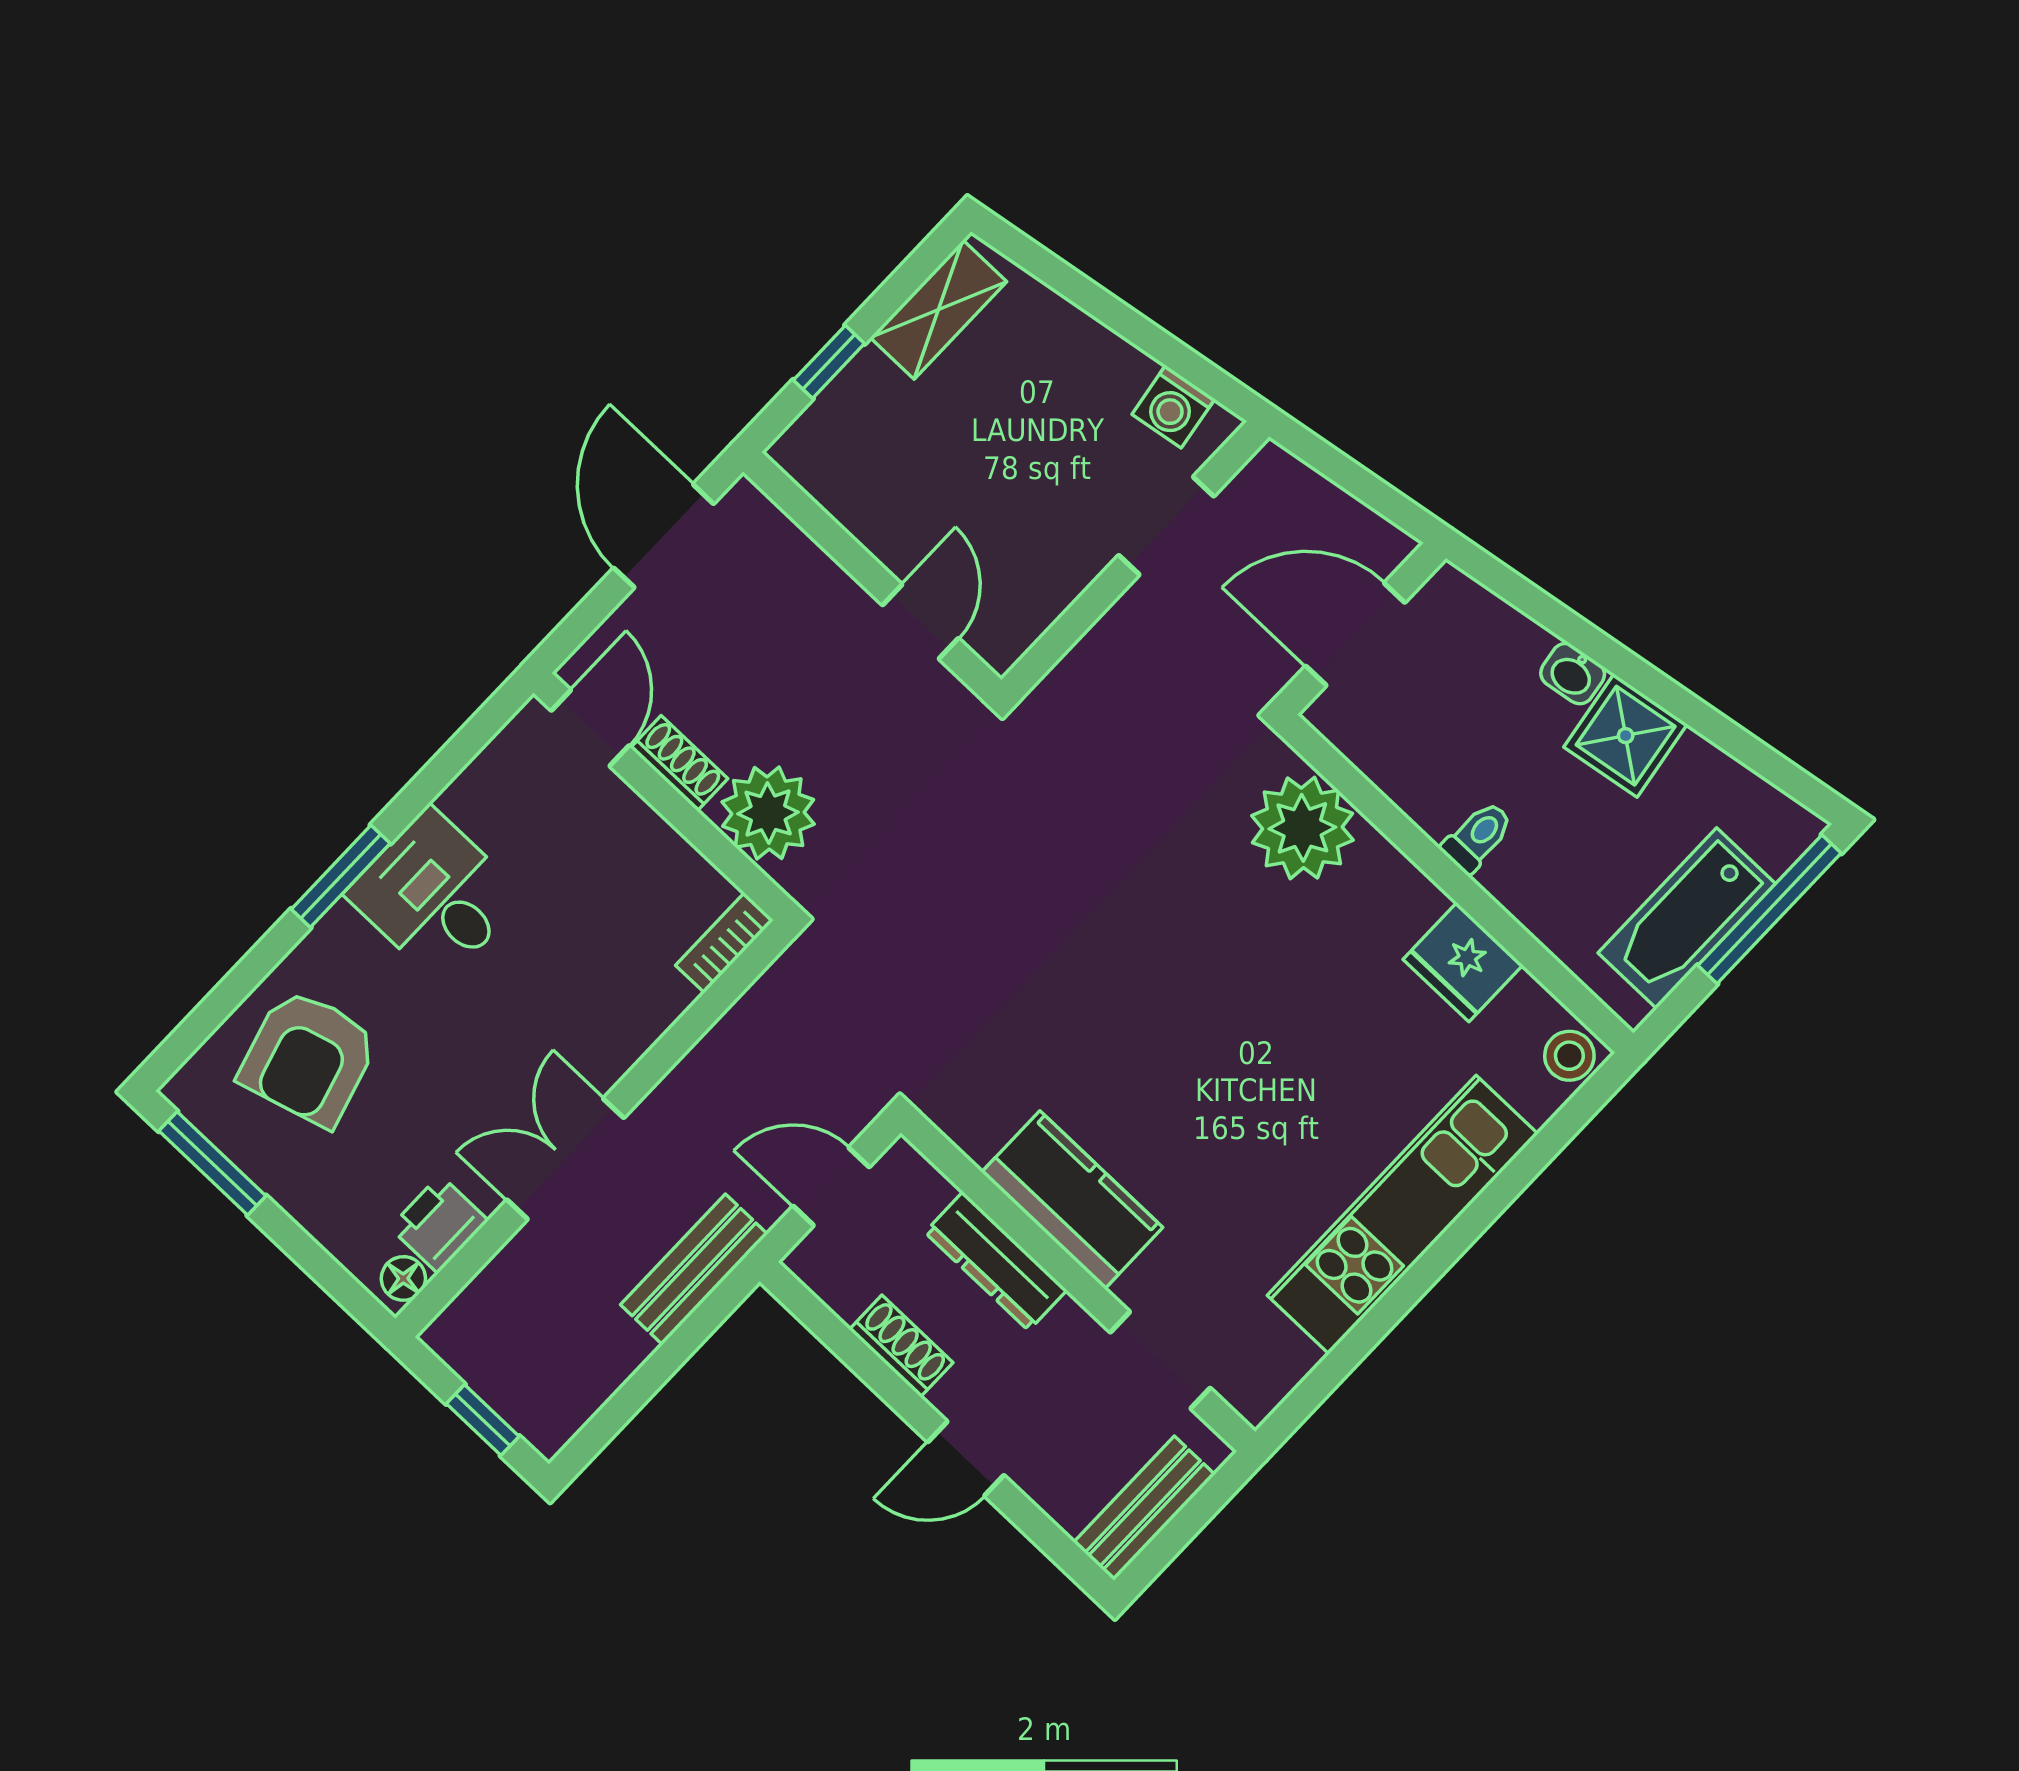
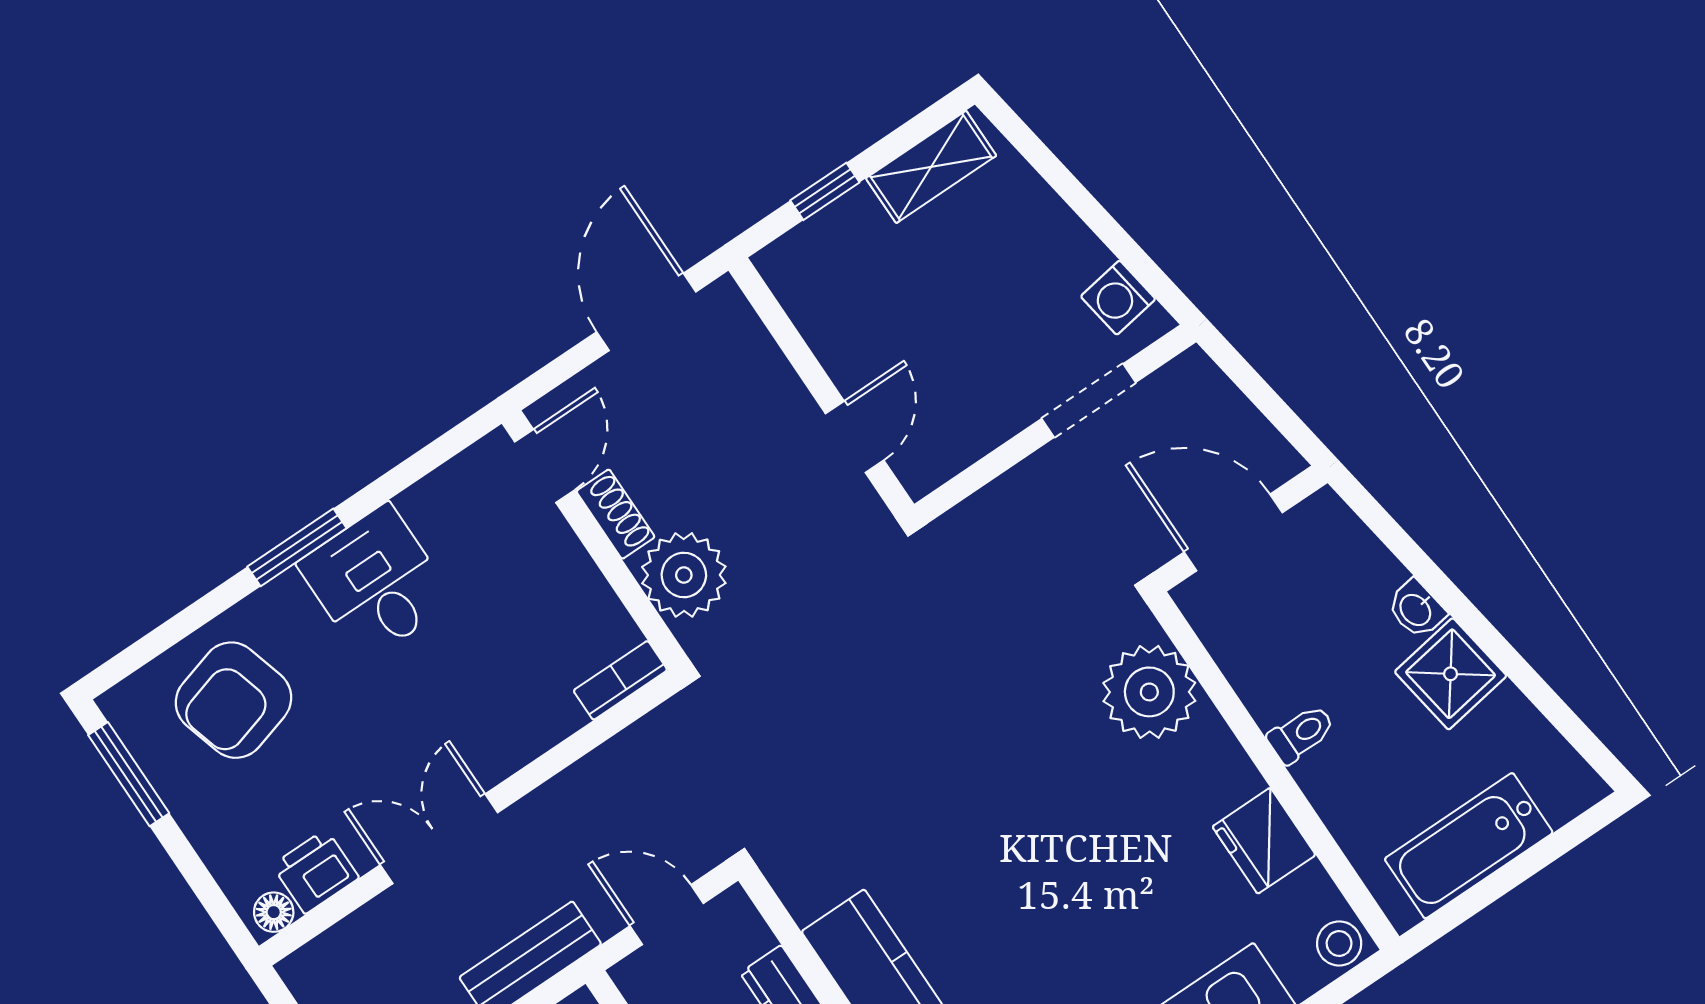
window: (1770, 909) -> (1543, 854), removed

